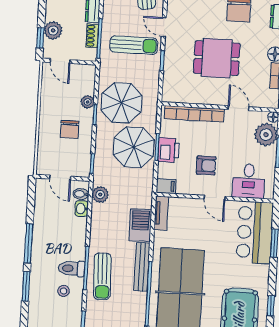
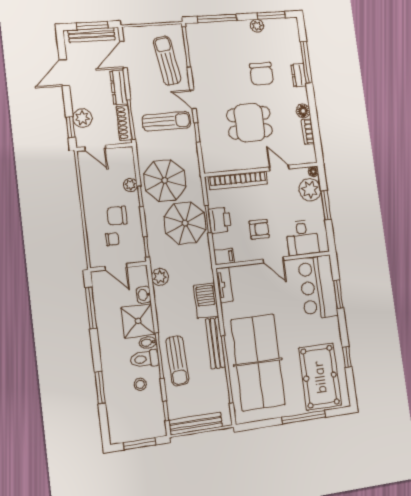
shoe rack: (92, 36) -> (124, 123), width x1.43
chair: (70, 129) -> (117, 216), turned 90
chair: (61, 151) -> (112, 239), added
bidet: (81, 194) -> (148, 342), moved
shower: (72, 232) -> (138, 321), added
window: (28, 243) -> (91, 308), moved

